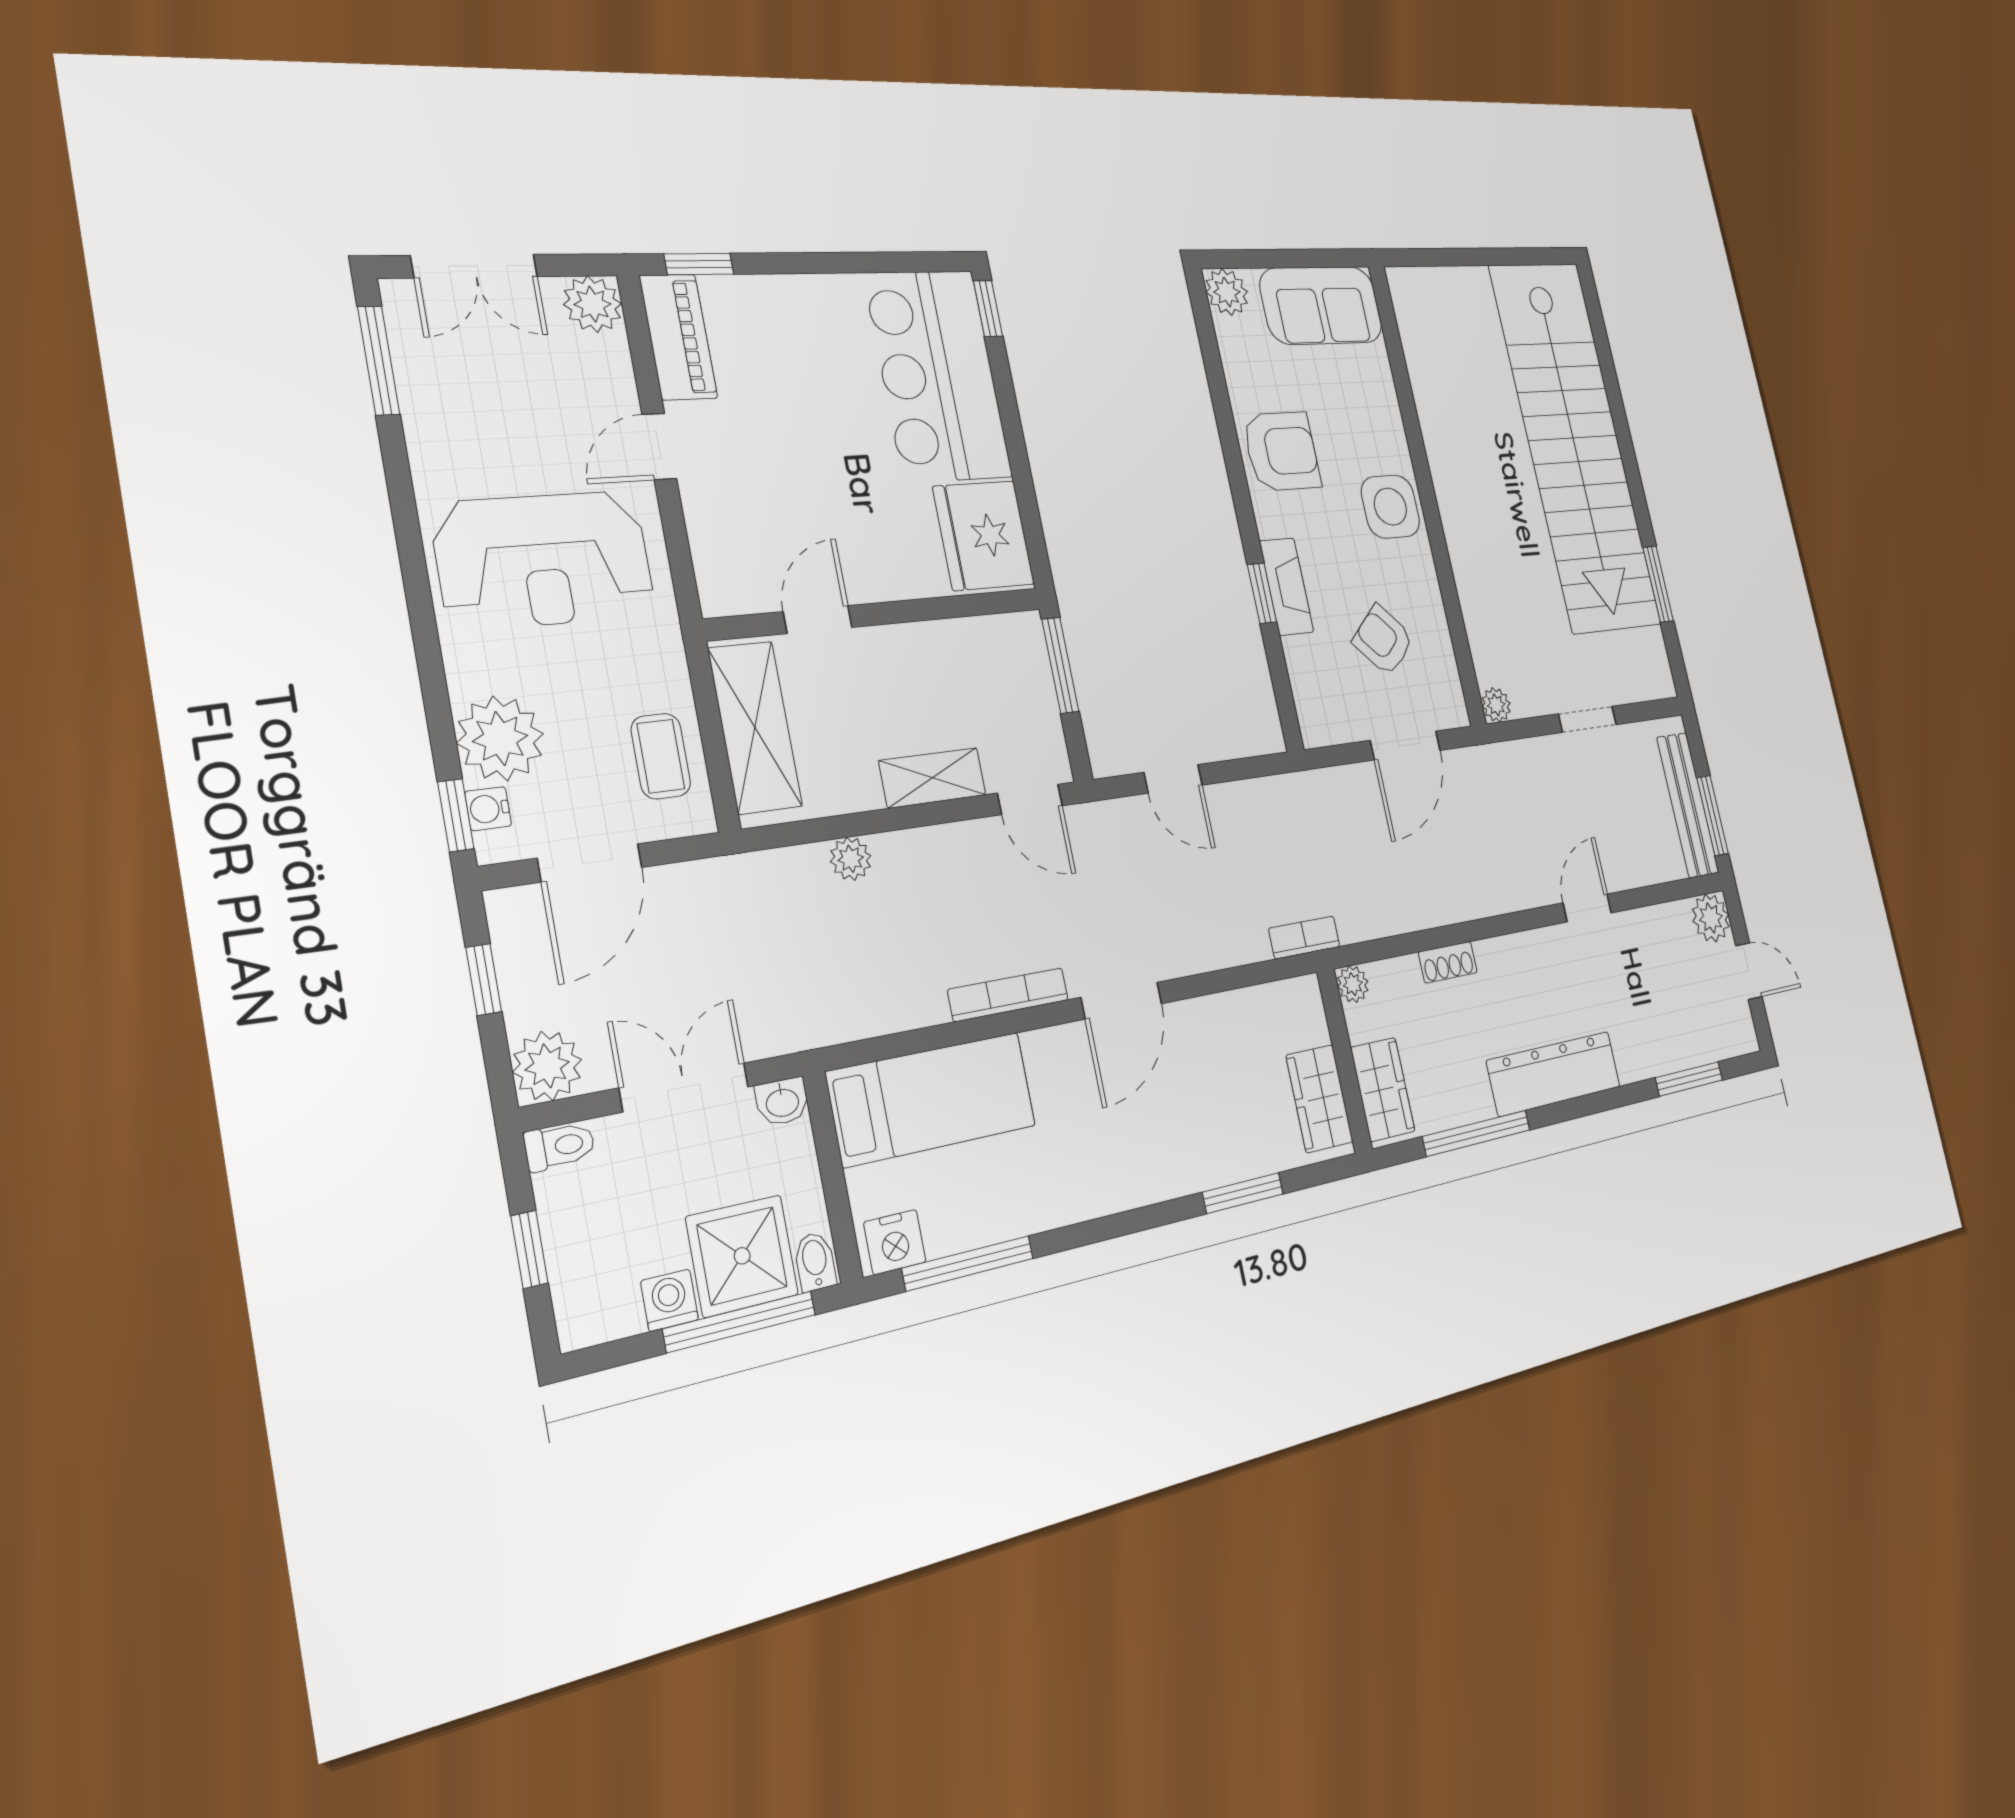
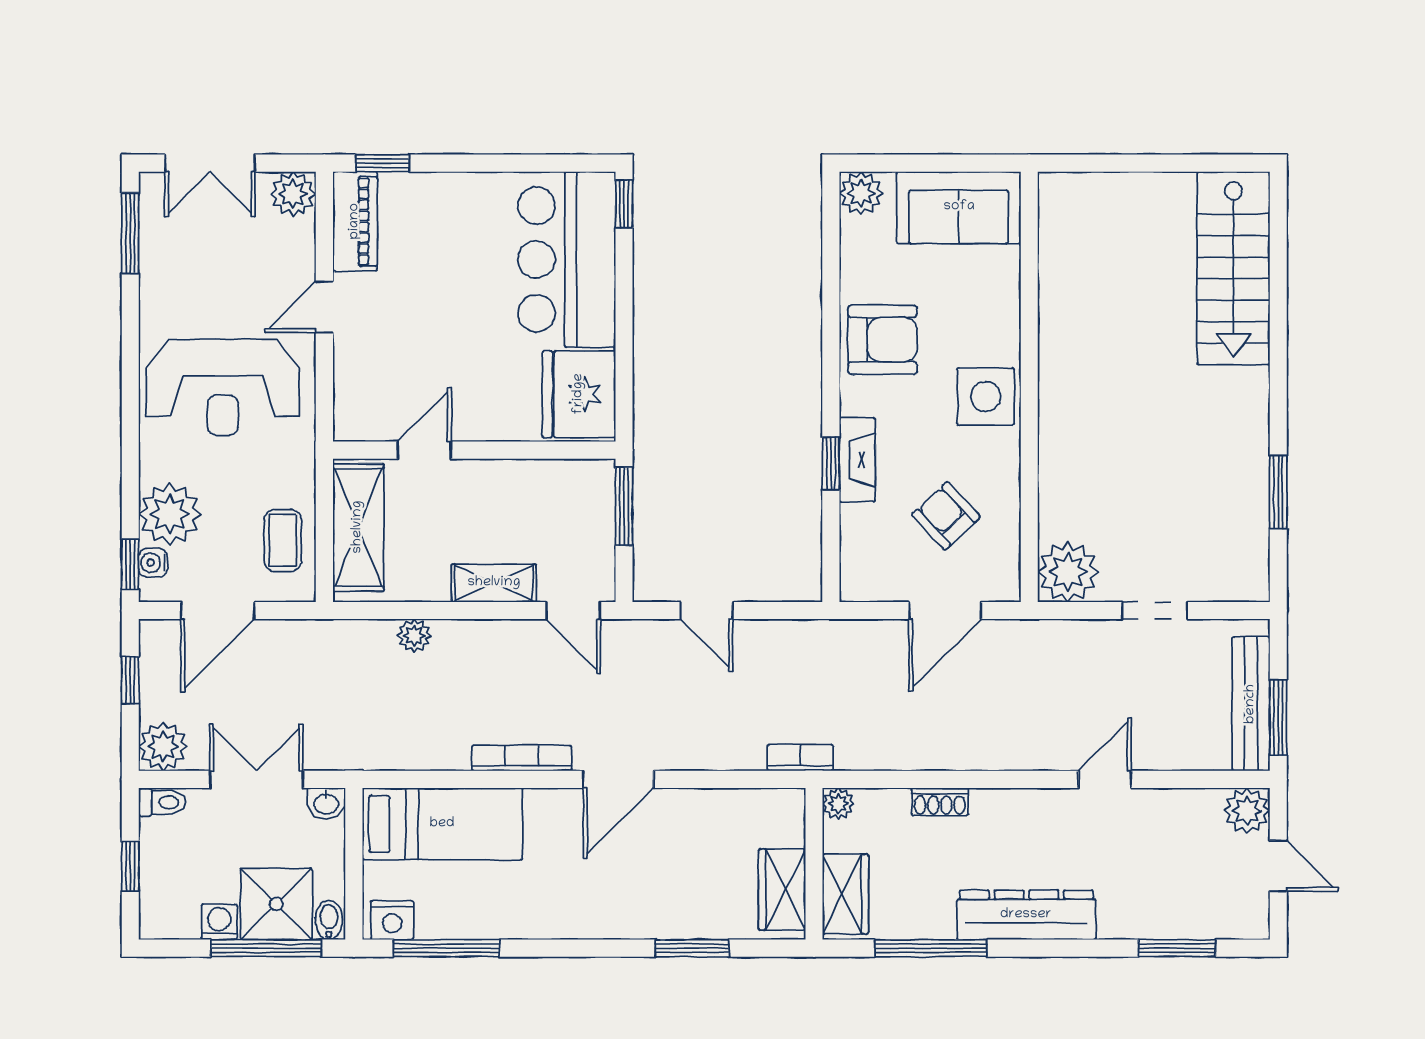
stairs: (1575, 445) -> (1233, 268), width x0.54, depth x0.66
plant: (1496, 705) -> (1068, 572), width x1.88, depth x1.88

